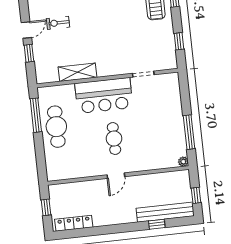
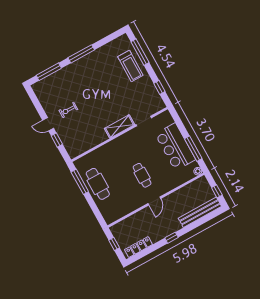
door: (26, 30) -> (48, 124), swing flipped
shelving: (78, 72) -> (120, 127), moved
bar counter: (104, 95) -> (175, 147), moved, turned 90
window: (157, 224) -> (172, 238), moved

